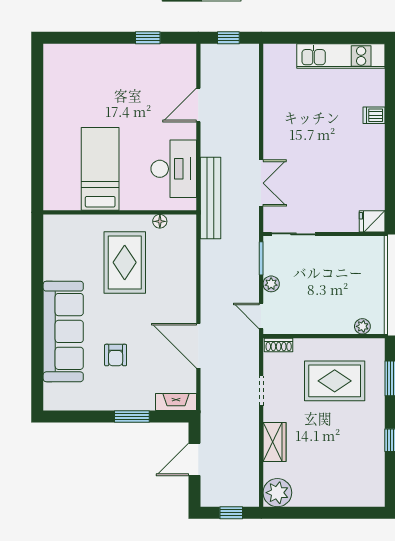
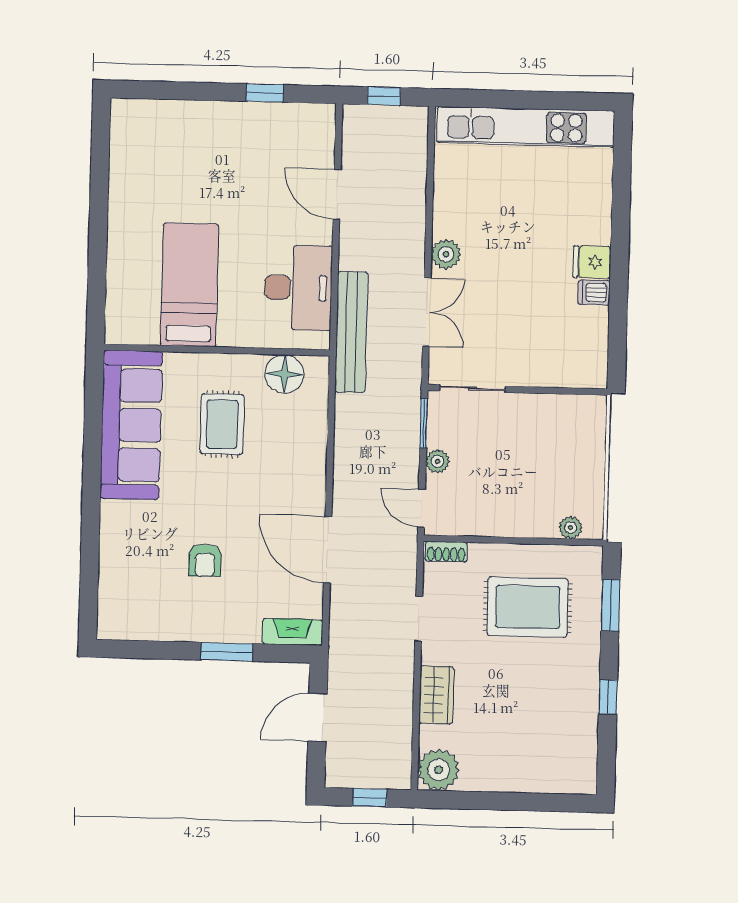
kitchen unit: (341, 56) -> (526, 127), width x1.36
door: (198, 105) -> (337, 194), hinge flipped
dishwasher: (374, 115) -> (594, 292), moved
plant: (273, 144) -> (446, 254), added
floor lamp: (160, 221) -> (284, 374), width x1.89, depth x1.89
fridge: (372, 221) -> (592, 262), moved
rug: (125, 262) -> (222, 424), width x0.73, depth x0.70
sofa: (63, 331) -> (131, 425), moved

